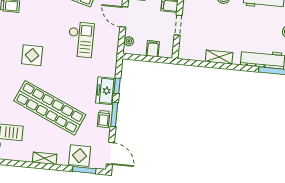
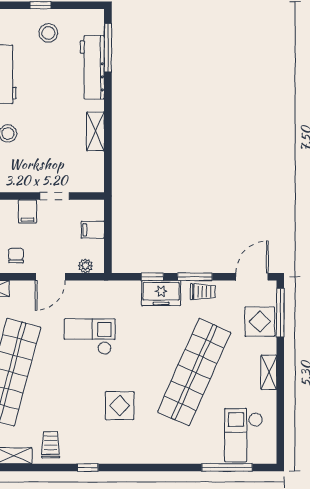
window: (84, 170) -> (280, 313), width x1.44

